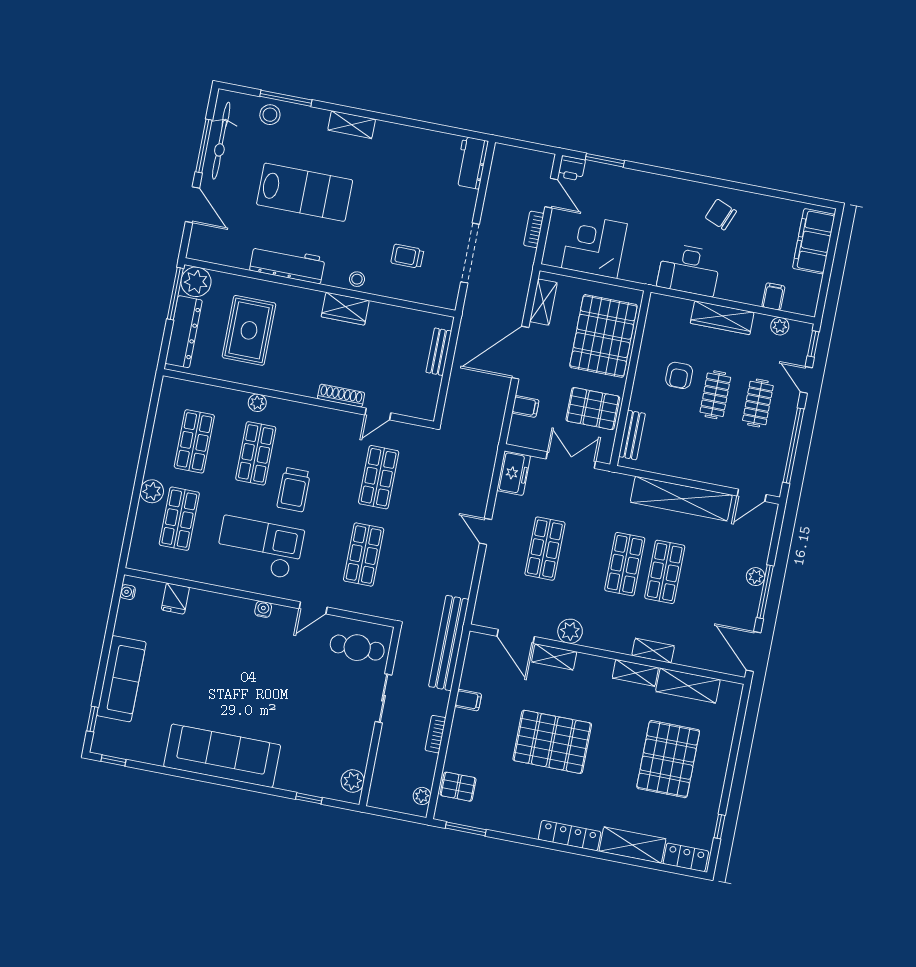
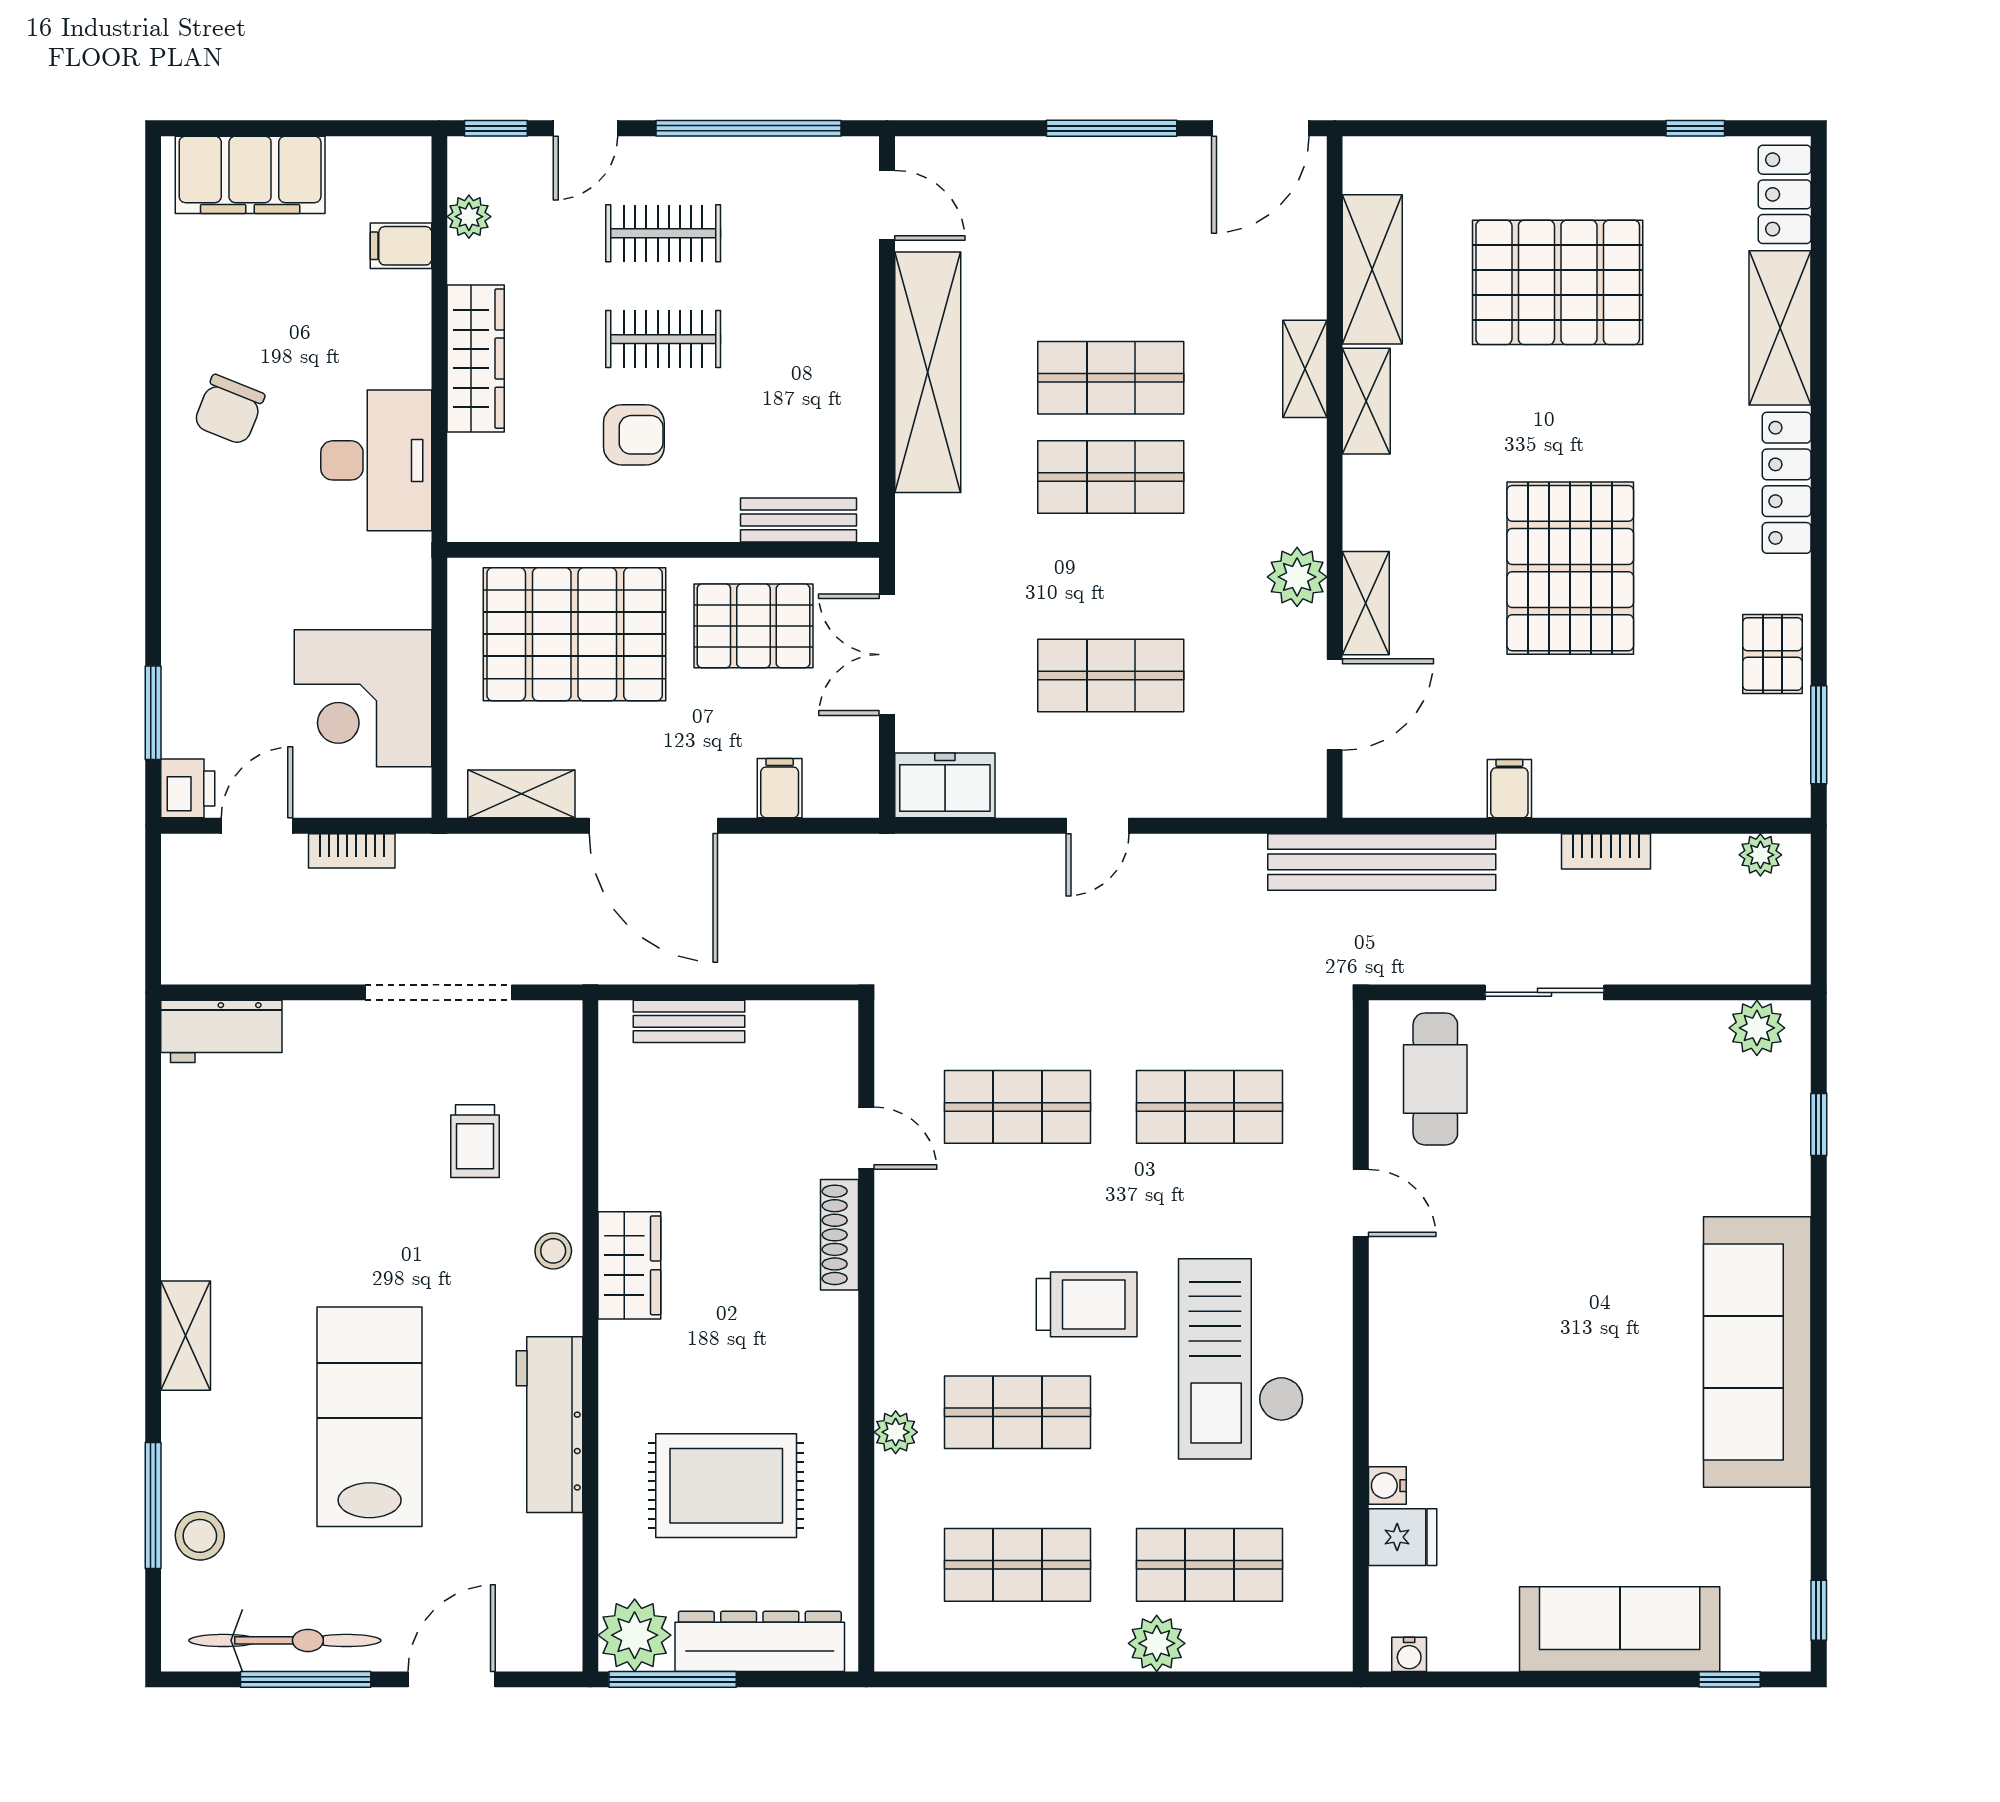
pallet: (593, 409) -> (753, 626), turned 90
plant: (756, 577) -> (1080, 158), removed
water cooler: (263, 609) -> (1387, 1486), moved
pallet: (458, 787) -> (1772, 654), moved

